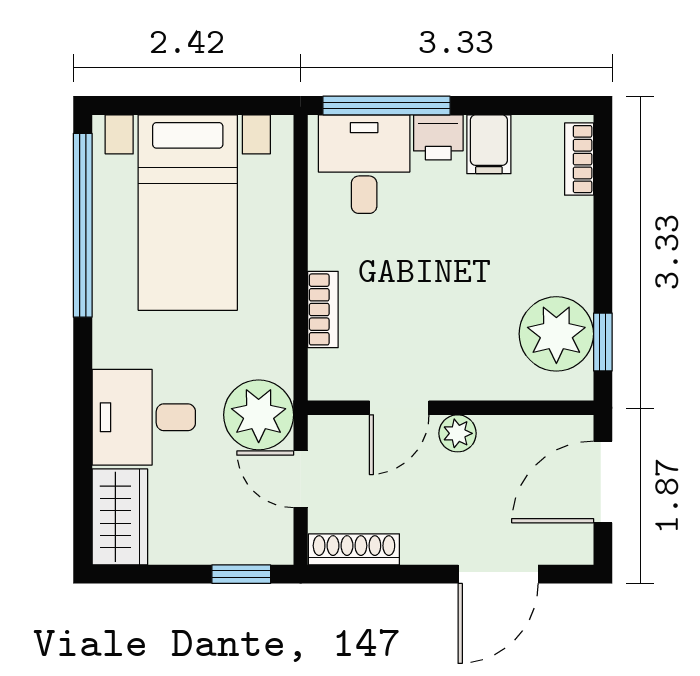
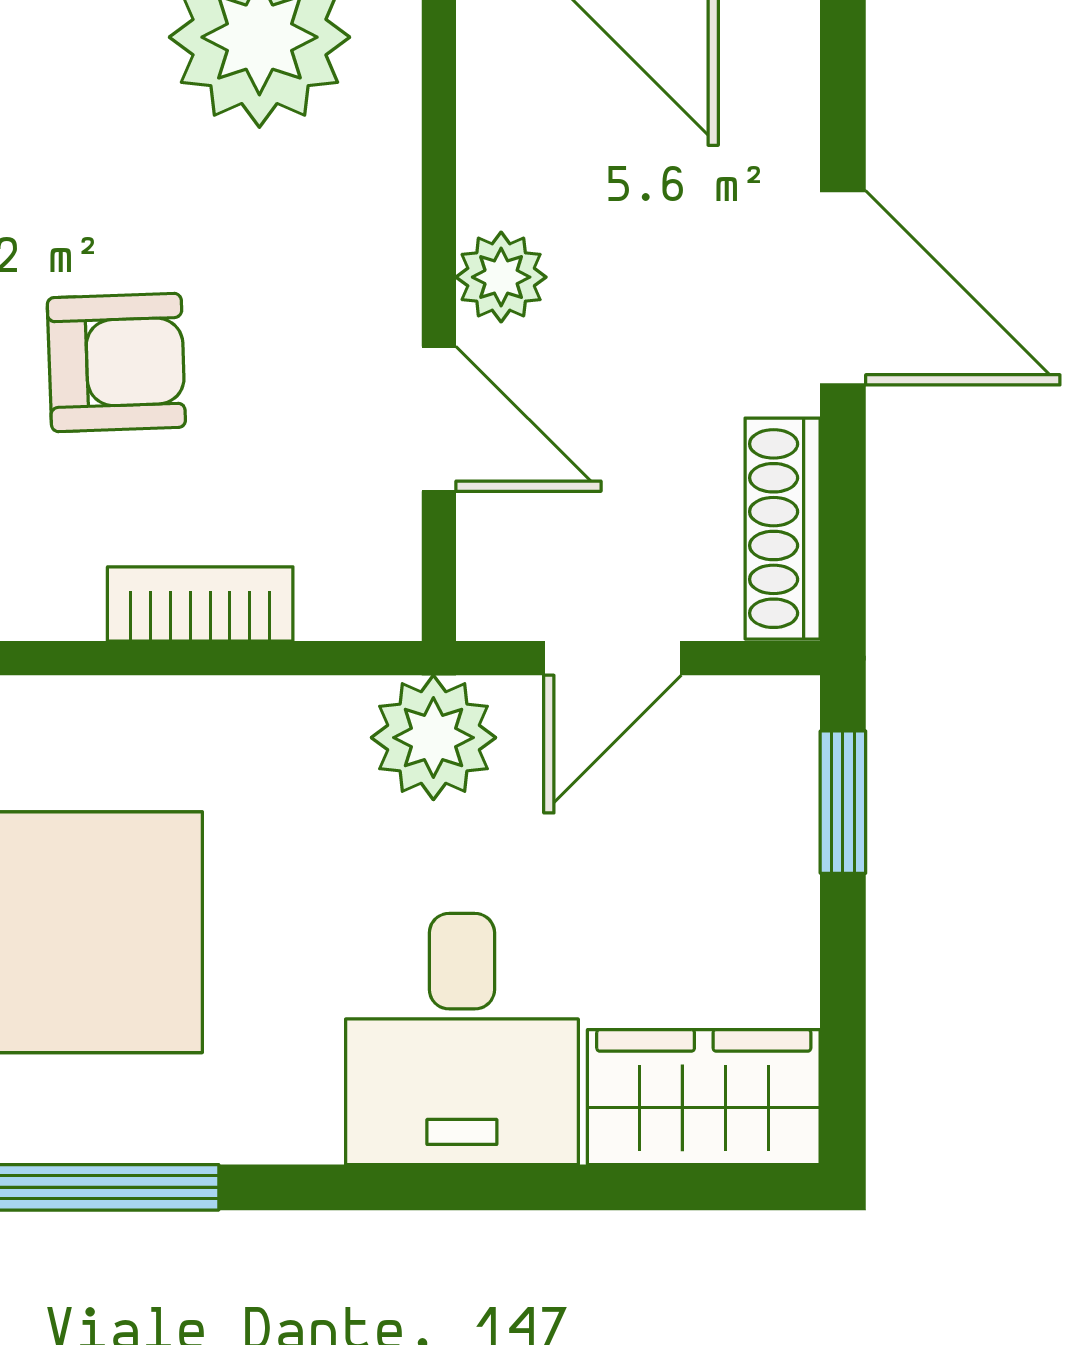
armchair: (422, 275) -> (116, 362), added
plant: (259, 415) -> (433, 738), width x0.73, depth x0.73
door: (498, 574) -> (843, 288), moved

